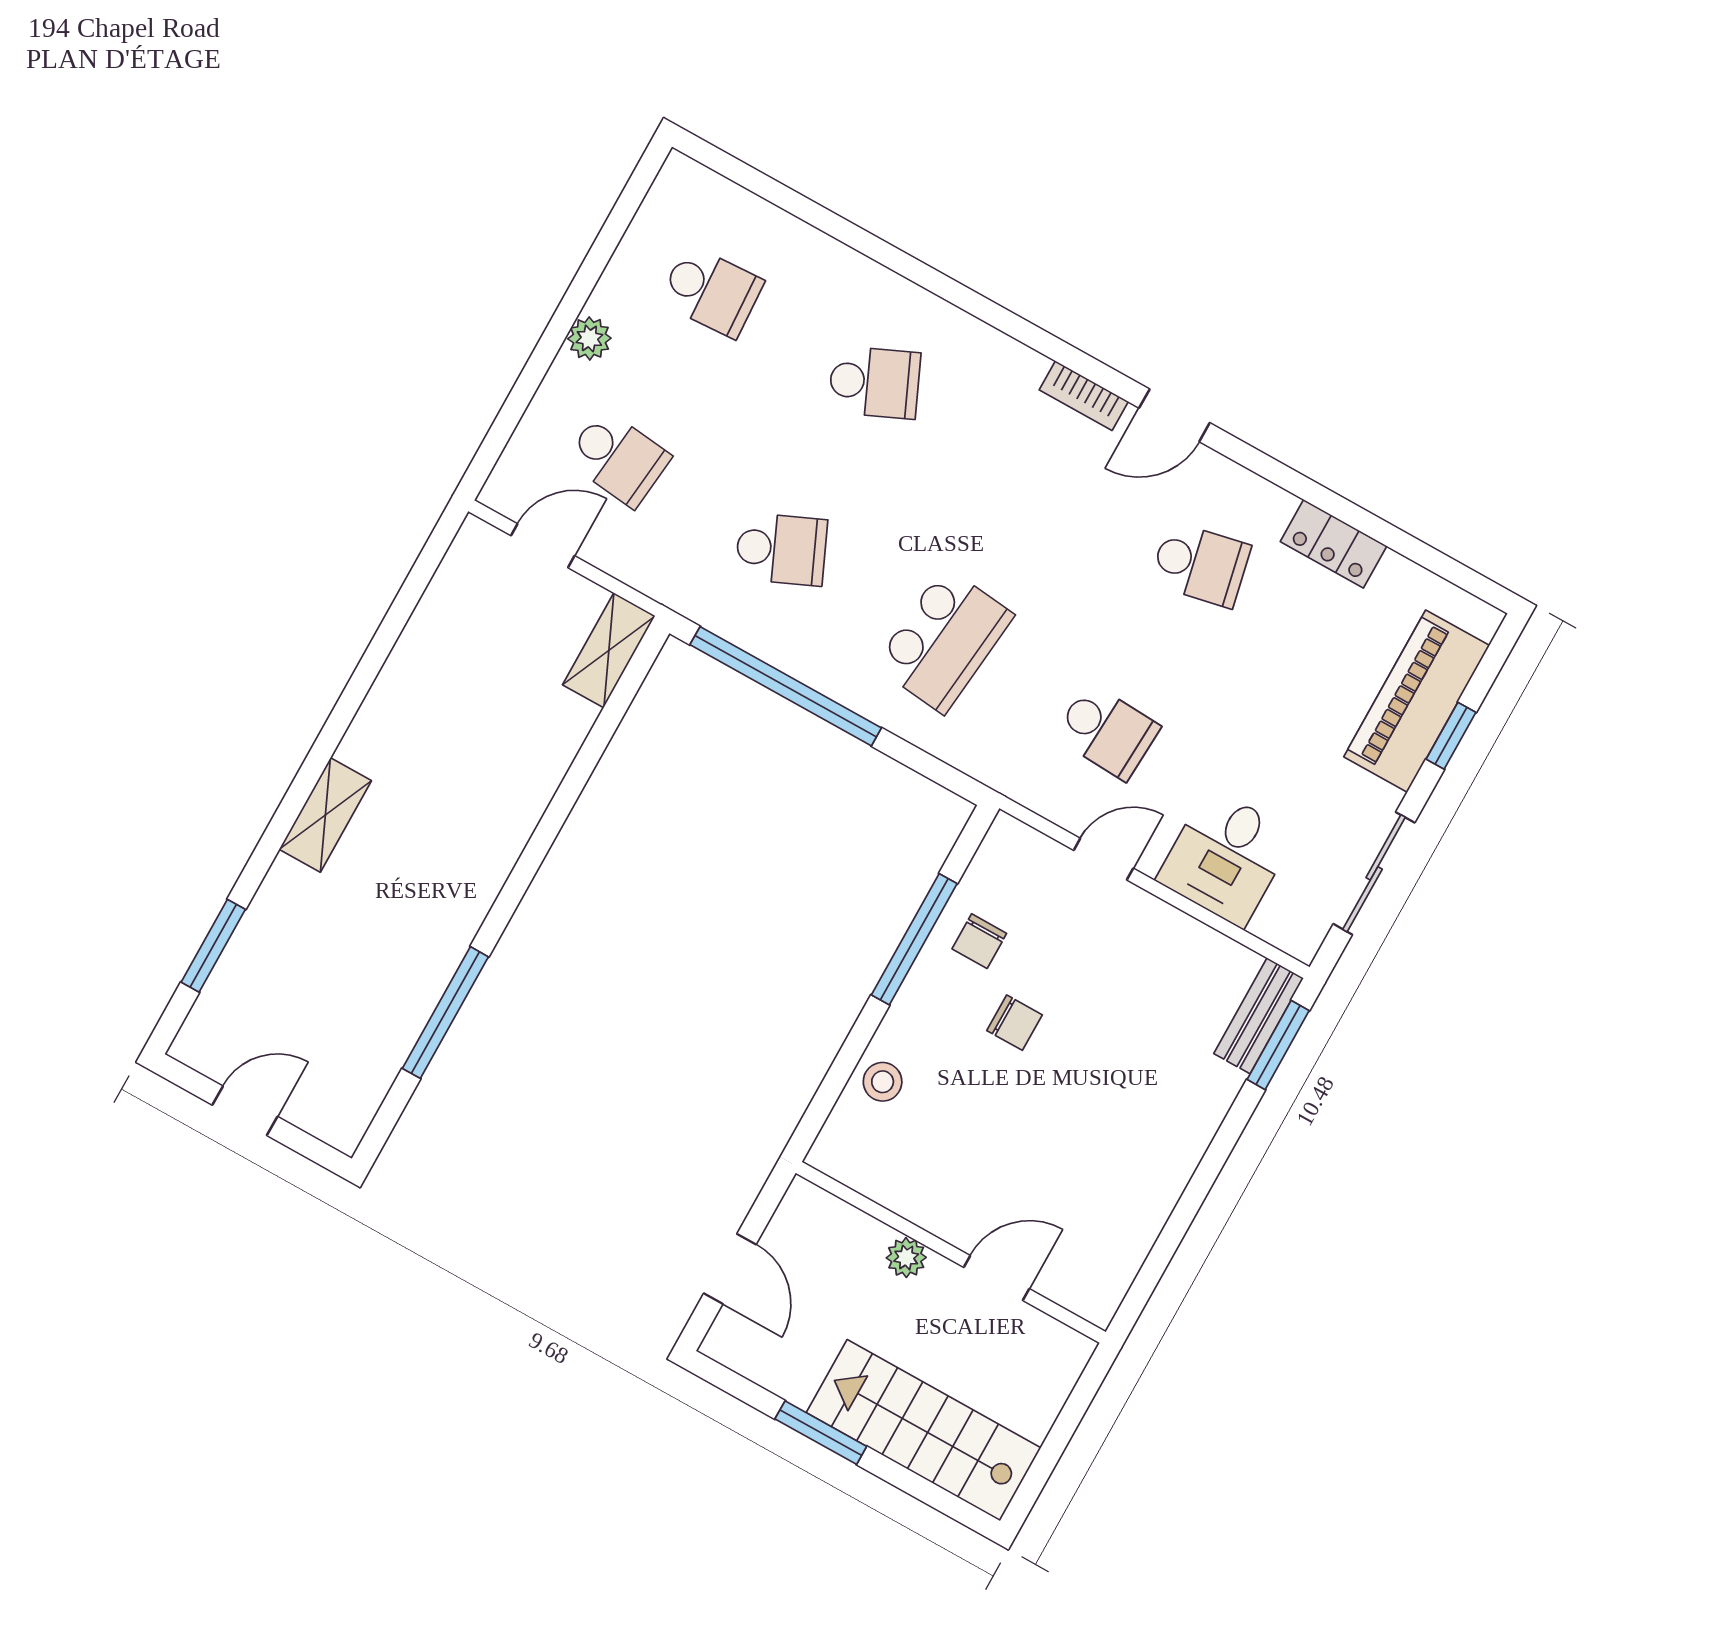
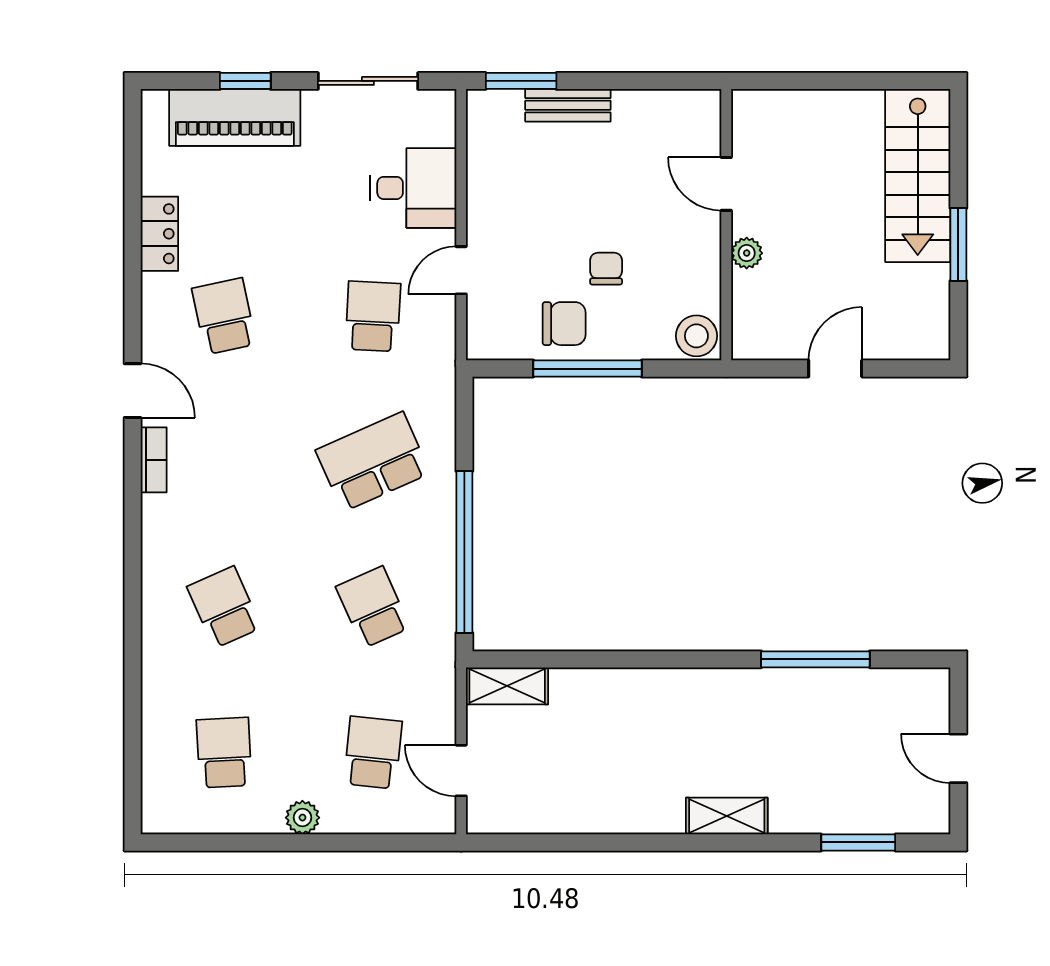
school desk: (944, 640) -> (373, 462), turned -30
door: (1103, 859) -> (461, 270), hinge flipped
chair: (979, 941) -> (564, 324), width x1.37, depth x1.37
bench: (1259, 1016) -> (568, 105), moved
stool: (883, 1082) -> (696, 336), width x1.37, depth x1.37
wall: (951, 1252) -> (726, 225), moved
plant: (906, 1258) -> (747, 253), moved
door: (730, 1269) -> (835, 369), moved
door: (997, 1278) -> (726, 184), moved

